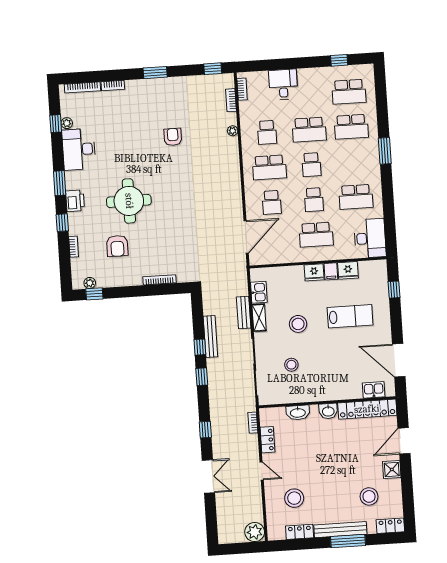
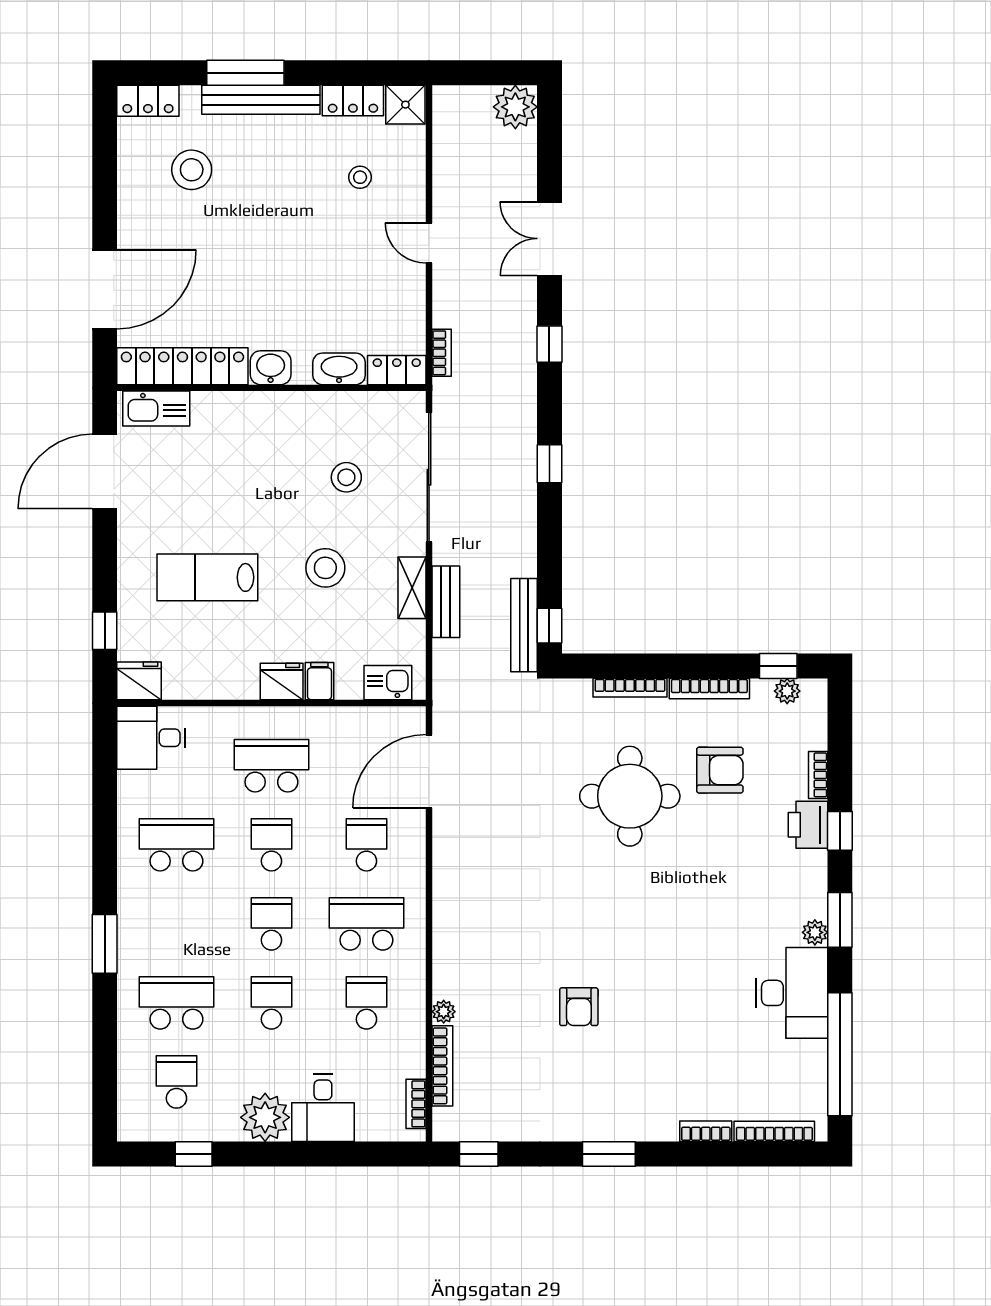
plant: (309, 79) -> (265, 1117), added
school desk: (349, 92) -> (176, 1082), width x0.54
bookcase: (231, 100) -> (442, 1066), width x1.56
plant: (67, 123) -> (815, 932), moved
window: (56, 124) -> (840, 1054), width x3.17
school desk: (309, 130) -> (271, 1003), width x0.54
printer: (75, 201) -> (808, 825), moved
round table: (129, 201) -> (630, 796), moved
desk: (370, 238) -> (151, 738), width x0.73
armchair: (117, 246) -> (720, 770), turned 90
fridge: (348, 270) -> (139, 681), moved
filing cabinet: (331, 271) -> (319, 681), moved
bookcase: (124, 282) -> (709, 689), added
kitchen sink: (259, 292) -> (388, 683), moved, turned 90
bench: (210, 337) -> (524, 625), moved
window: (200, 347) -> (549, 626), moved
door: (399, 360) -> (105, 471), swing flipped
kitchen sink: (374, 390) -> (156, 408), width x1.38
locker: (268, 440) -> (397, 370), moved, turned 90
door: (404, 441) -> (105, 289), width x1.36
shower: (392, 469) -> (405, 105), moved
stool: (294, 498) -> (360, 177), width x0.53, depth x0.53
plant: (255, 532) -> (515, 107), moved

